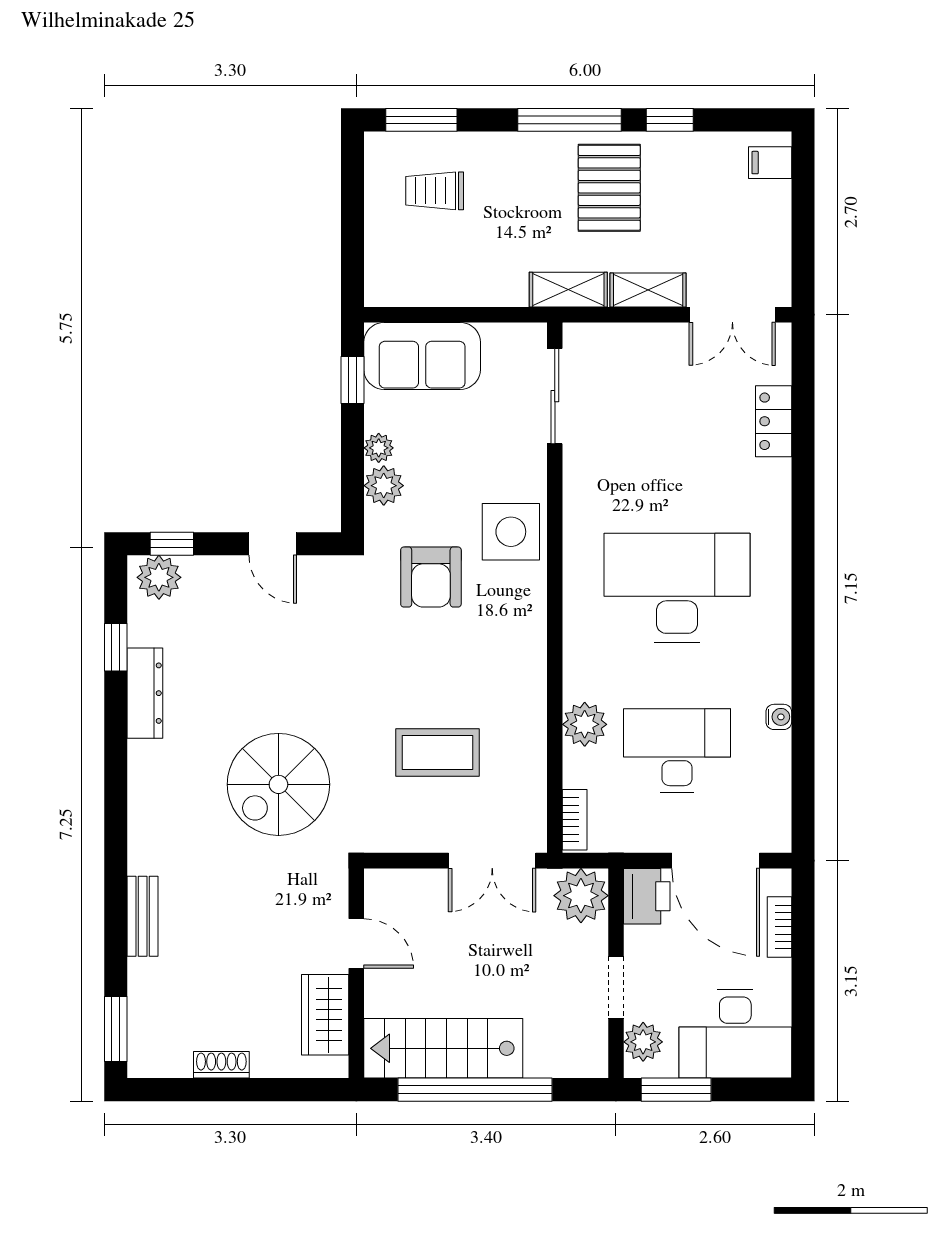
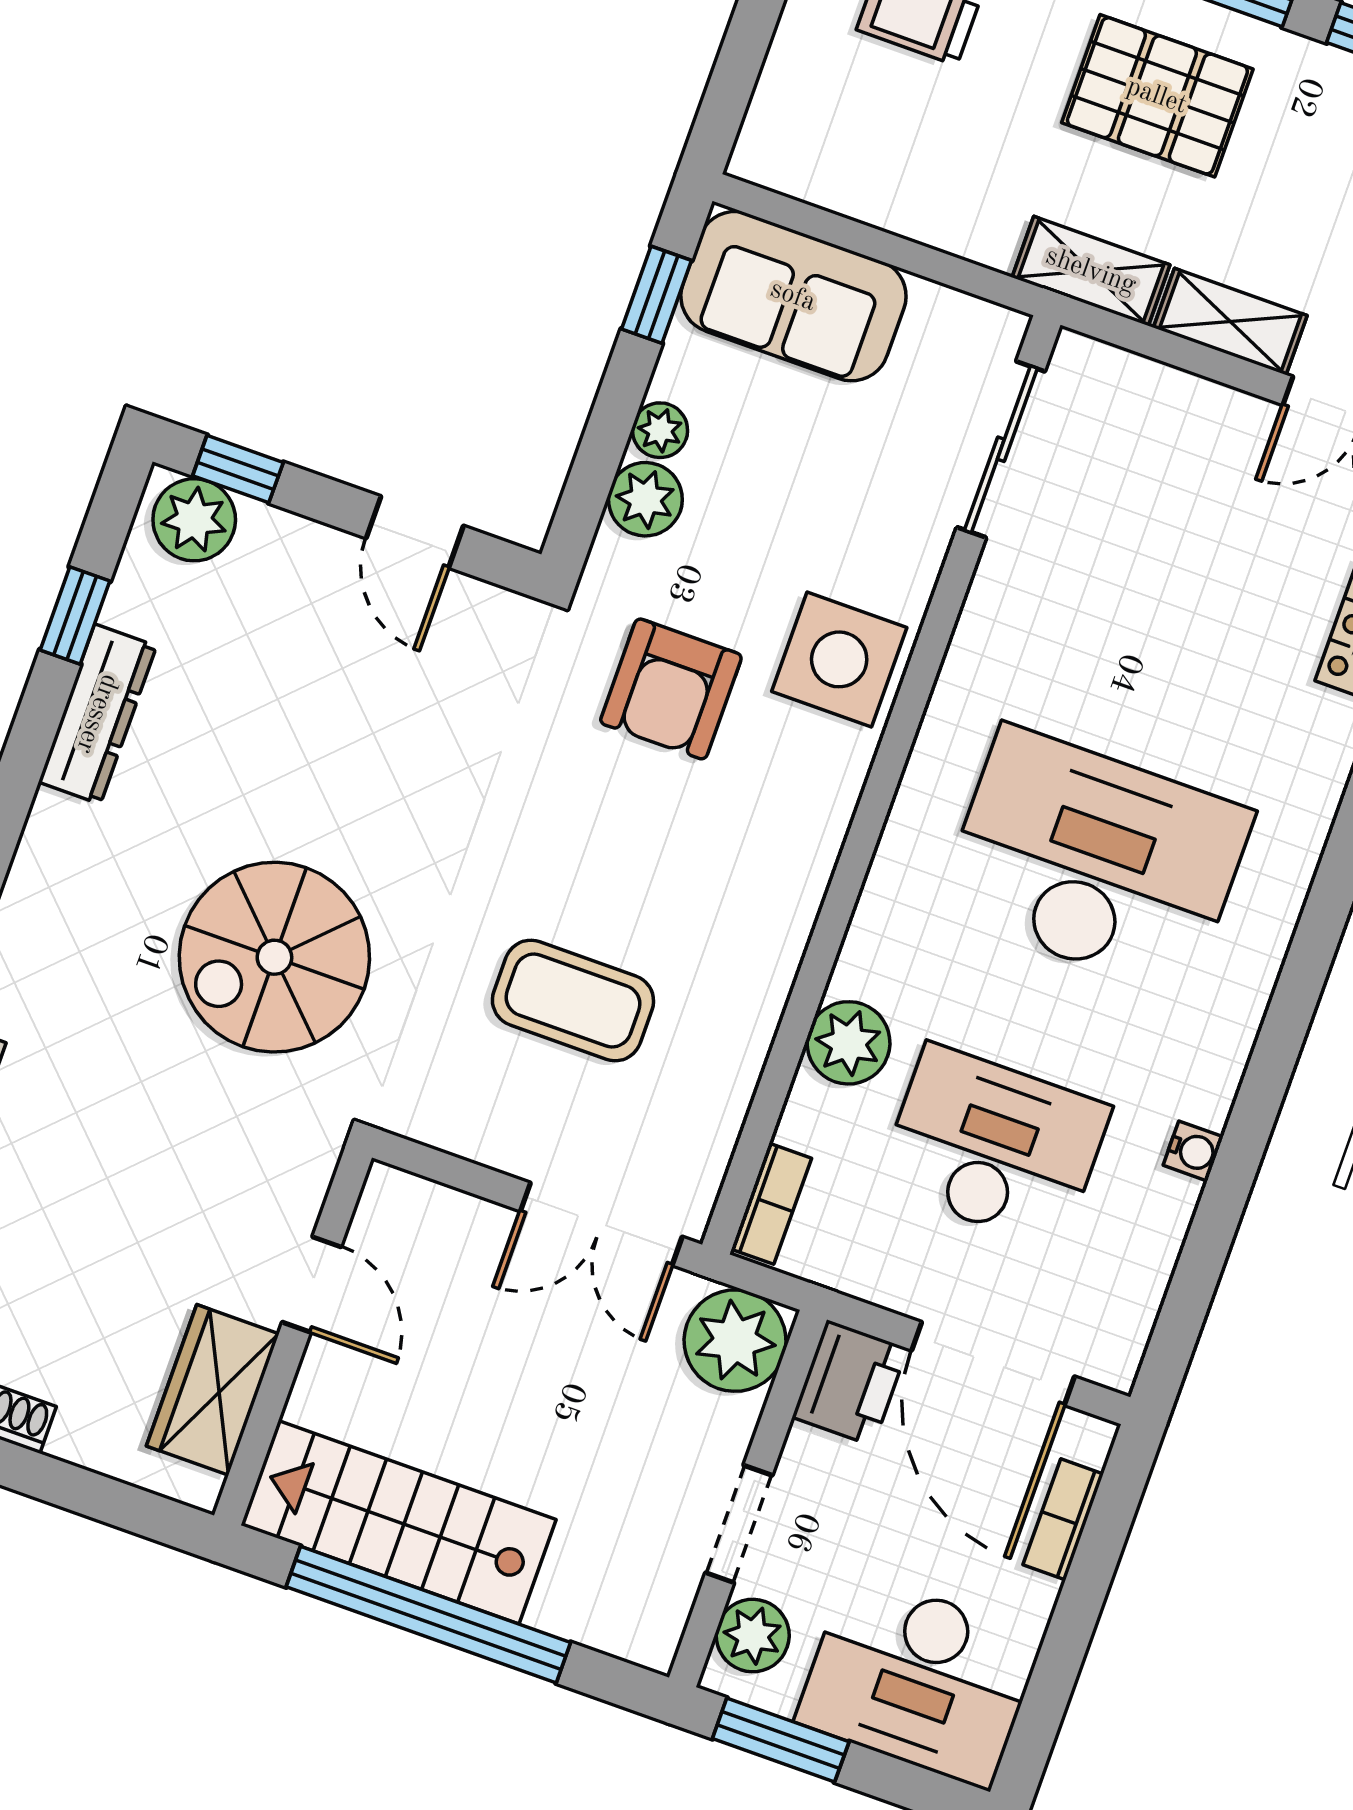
pallet: (609, 188) -> (1157, 96), moved, turned 90

